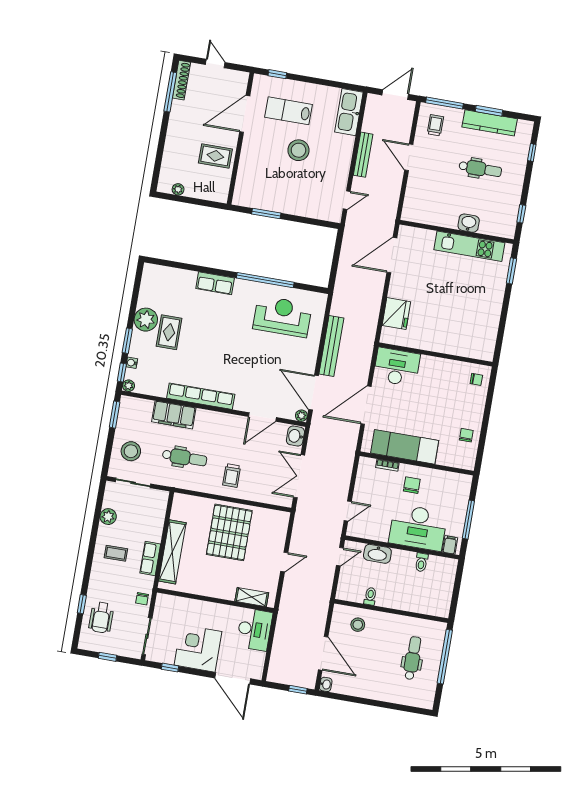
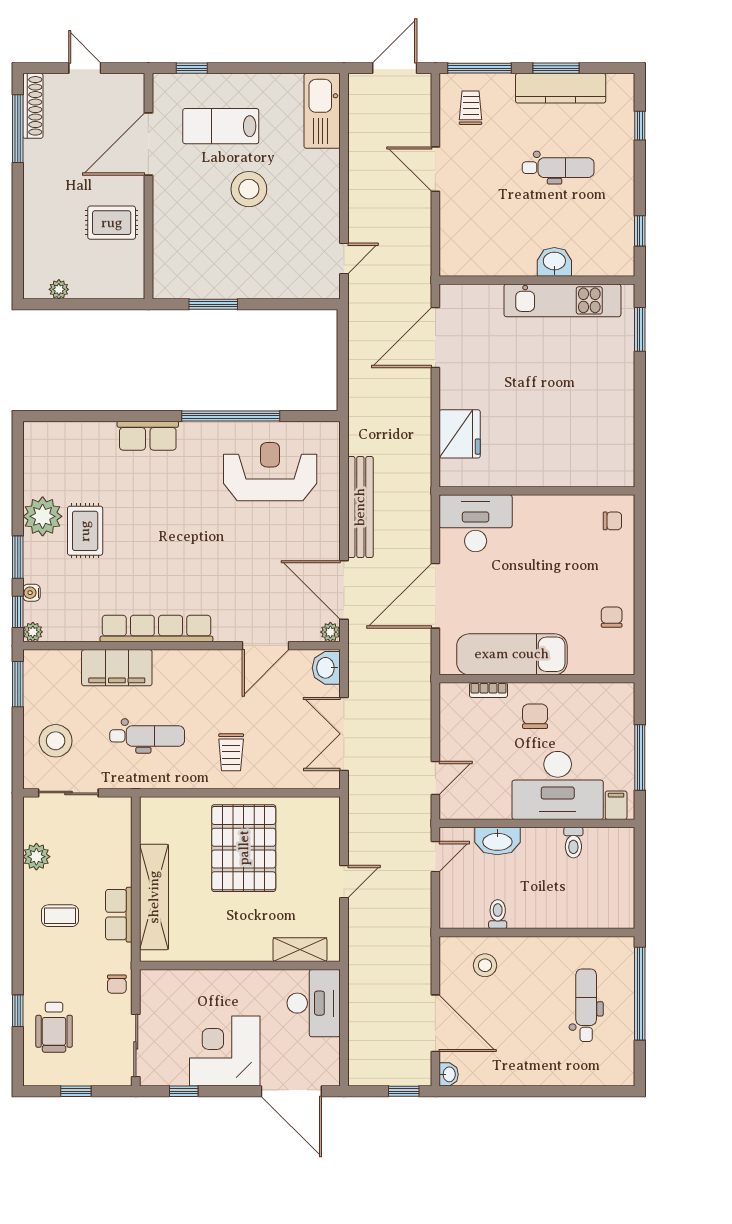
bench: (363, 155) -> (358, 178), removed

